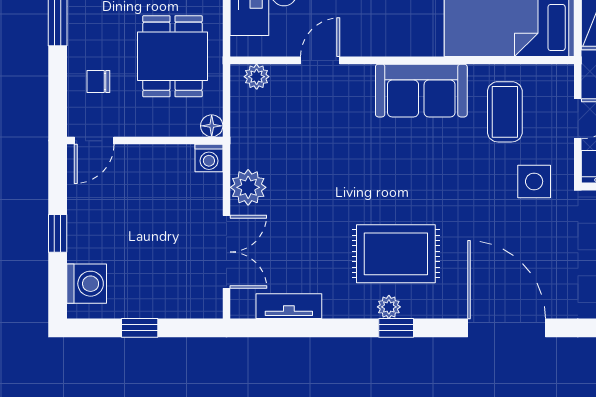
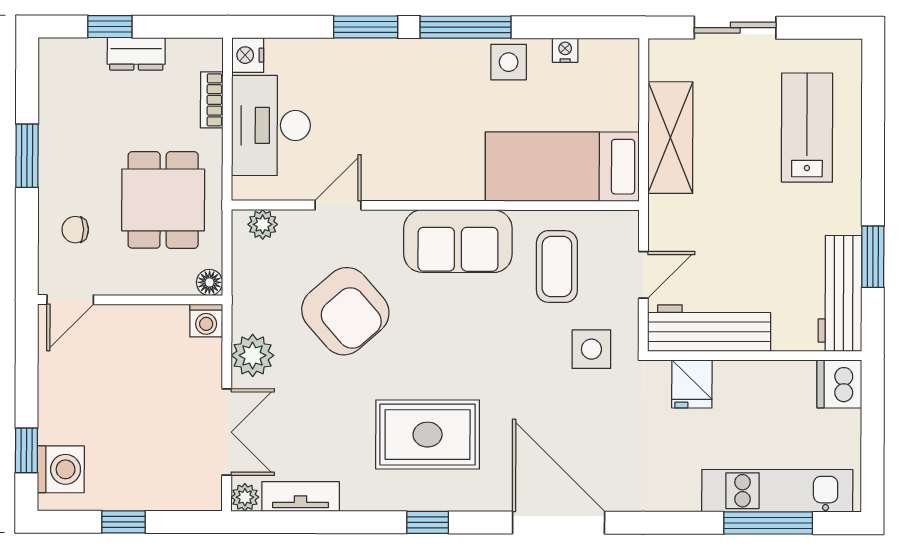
armchair: (326, 150) -> (345, 311), added
window: (58, 233) -> (26, 450), moved
plant: (389, 307) -> (245, 497), moved

